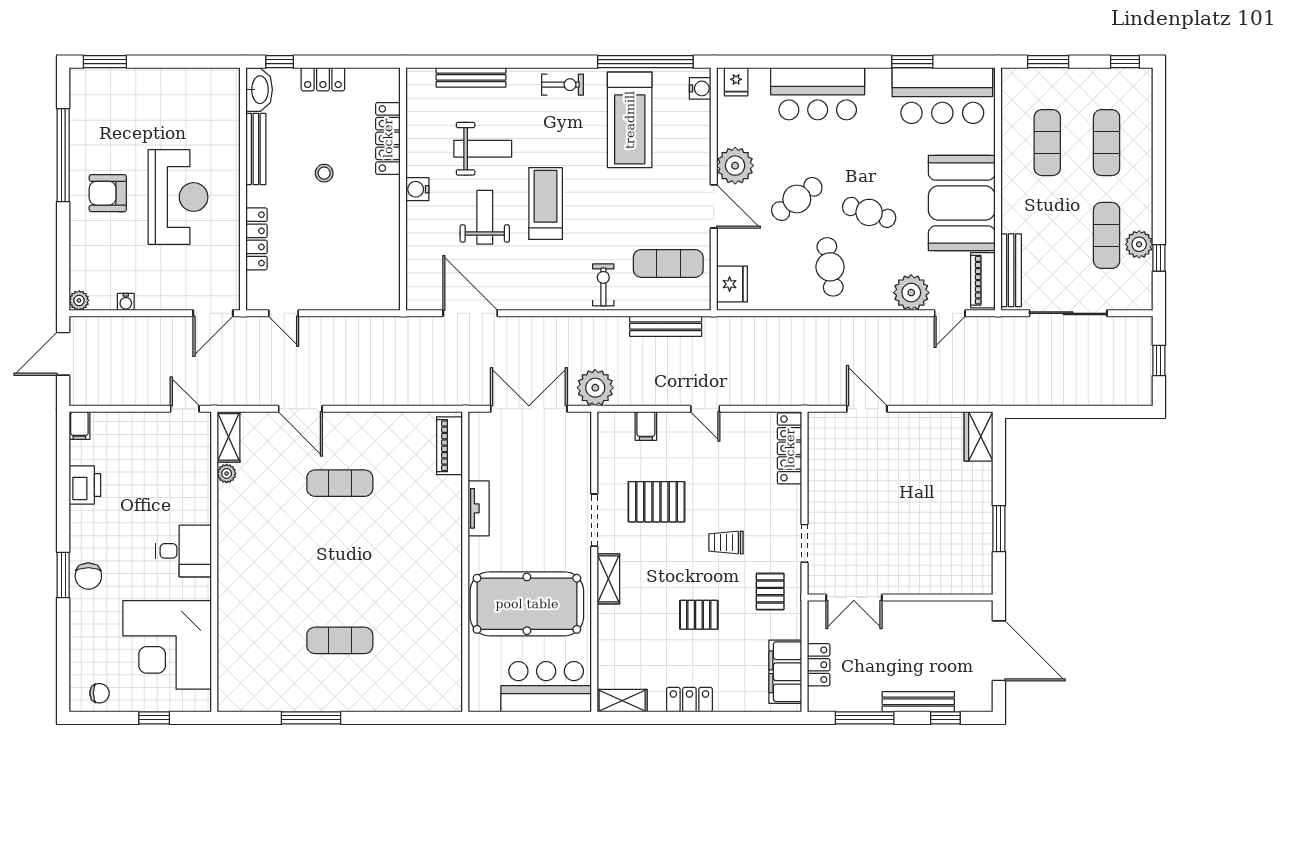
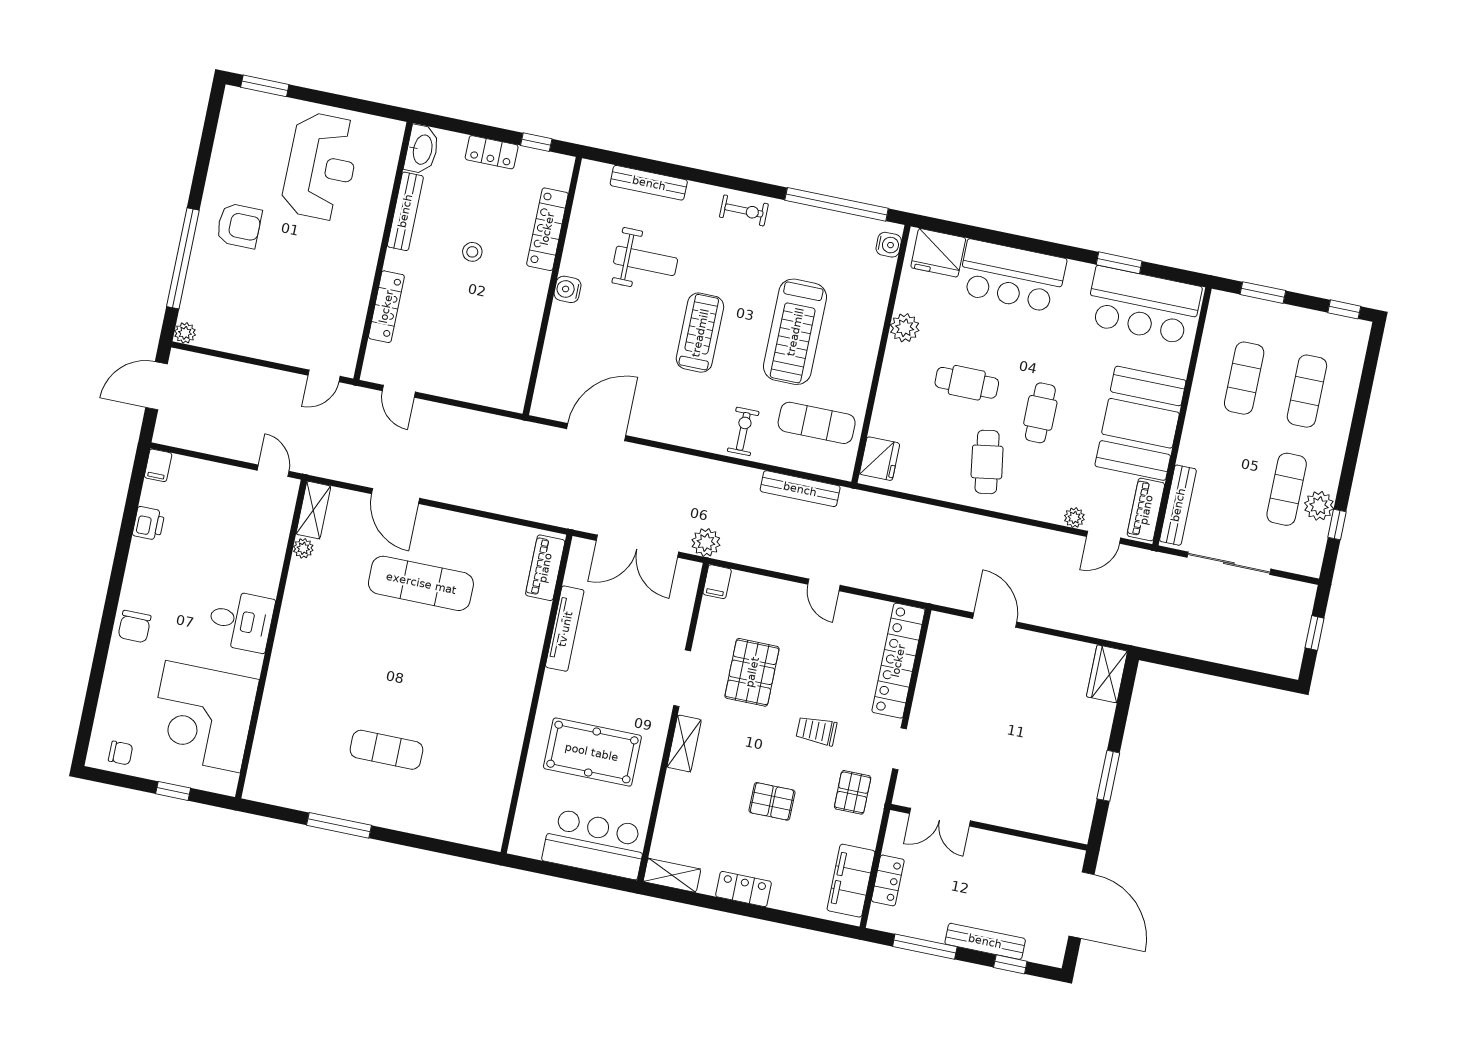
window: (280, 62) -> (536, 142), moved
fridge: (736, 82) -> (938, 253), width x1.88, depth x1.34
treadmill: (630, 120) -> (795, 332), moved
window: (63, 155) -> (183, 258), moved
plant: (735, 166) -> (905, 328), width x0.73, depth x0.73
armchair: (108, 193) -> (239, 226), turned 180
reception desk: (178, 197) -> (321, 166), moved
cafe table: (797, 199) -> (967, 383), turned 37
door: (714, 206) -> (877, 372), removed
cafe table: (869, 212) -> (1040, 413), turned 72
weight bench: (485, 217) -> (633, 334), removed
plant: (911, 293) -> (1074, 518), width x0.53, depth x0.53
water cooler: (126, 302) -> (234, 345), removed
door: (213, 313) -> (324, 376), width x0.73
door: (470, 313) -> (596, 432), hinge flipped
plant: (595, 388) -> (706, 542), width x0.73, depth x0.73
double door: (529, 409) -> (637, 546), swing flipped
filing cabinet: (646, 426) -> (717, 582), moved
locker: (790, 448) -> (898, 661), width x1.41, depth x1.21
exercise mat: (340, 483) -> (421, 583), width x1.36, depth x1.45
printer: (85, 485) -> (149, 523), width x0.73, depth x0.81
pallet: (656, 502) -> (752, 672), turned 90
tv unit: (479, 508) -> (565, 629), width x1.41
window: (63, 575) -> (108, 620), removed
pool table: (527, 604) -> (592, 752), width x0.73, depth x0.76

